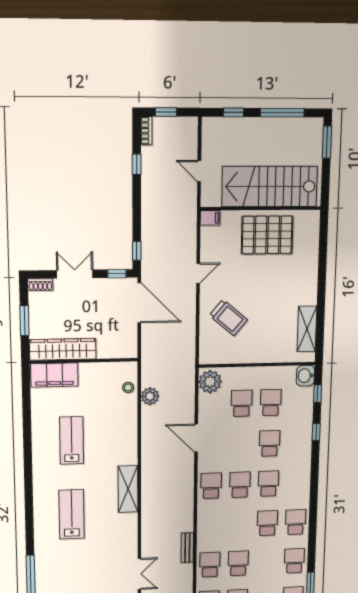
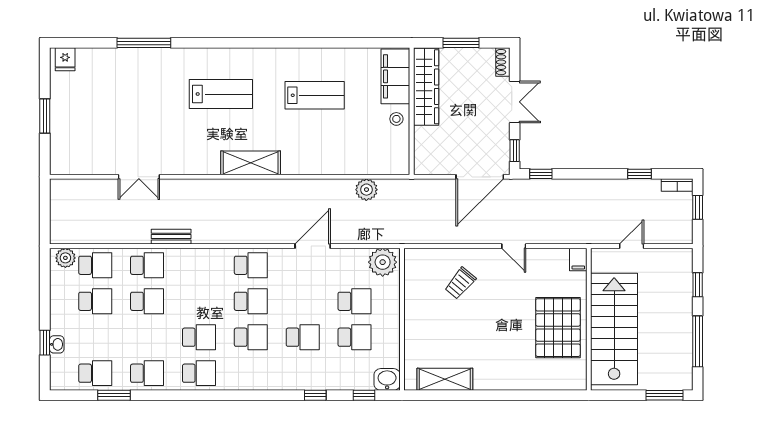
trolley: (228, 318) -> (460, 283), width x0.73, depth x0.72
stool: (128, 387) -> (396, 119), moved

